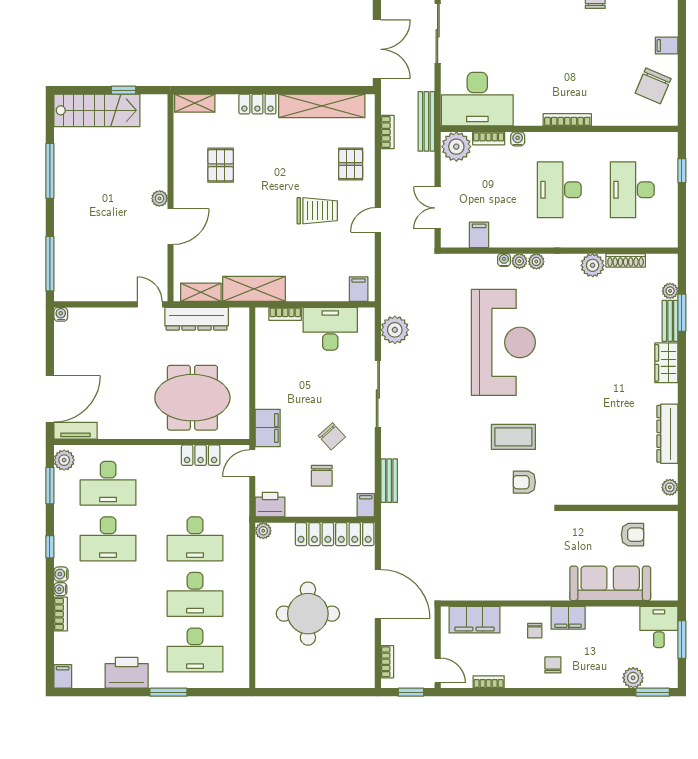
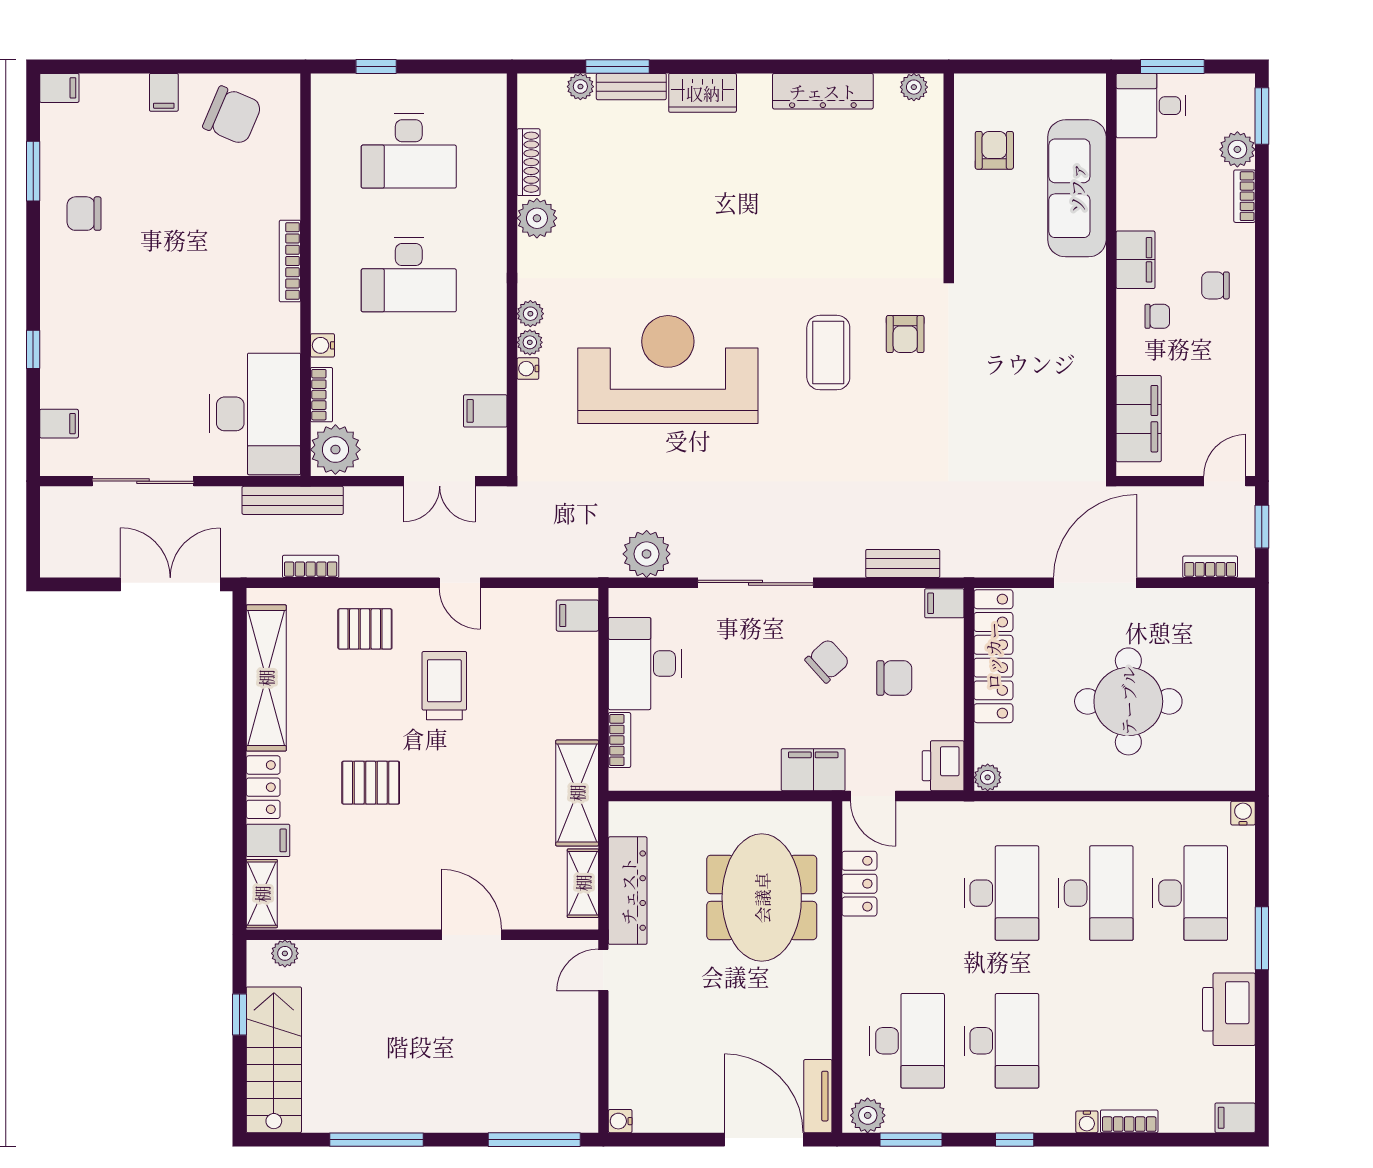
filing cabinet: (226, 107) -> (268, 840), added
pallet: (221, 165) -> (371, 783), moved
plant: (160, 198) -> (285, 953), moved
water cooler: (61, 574) -> (1243, 813), moved, turned 180
bookcase: (489, 682) -> (1244, 196), moved

